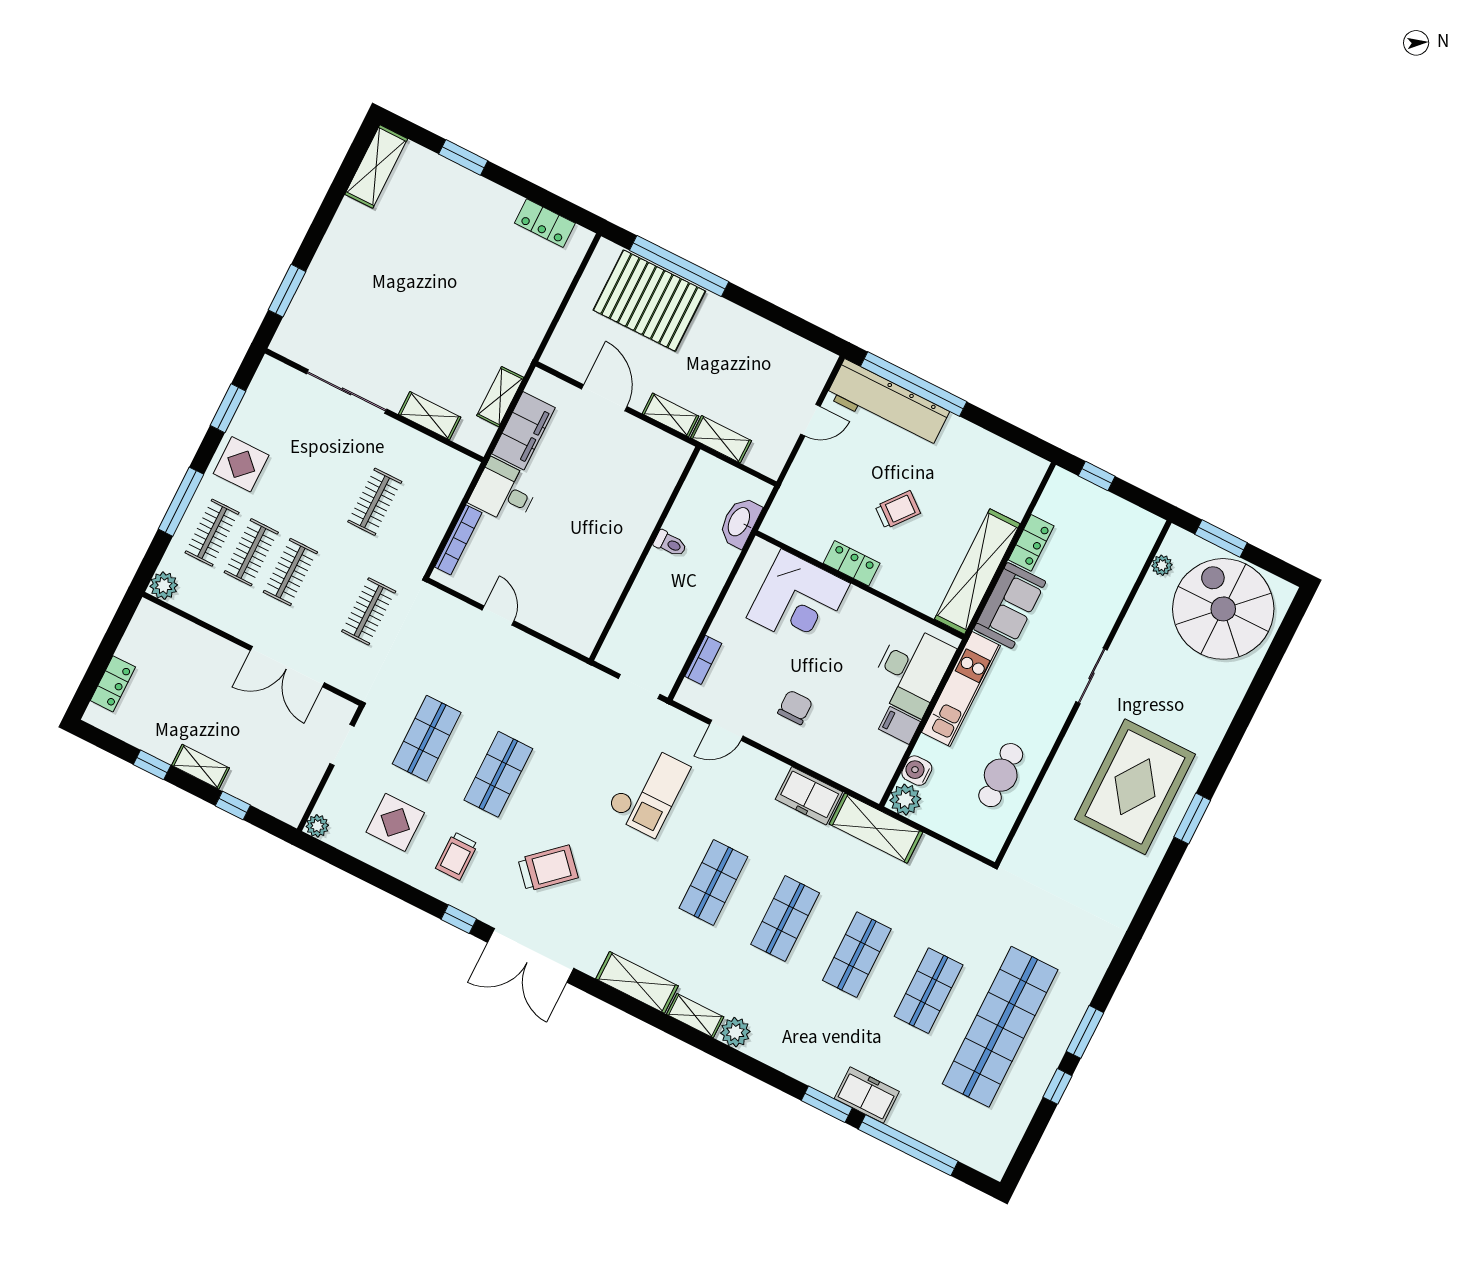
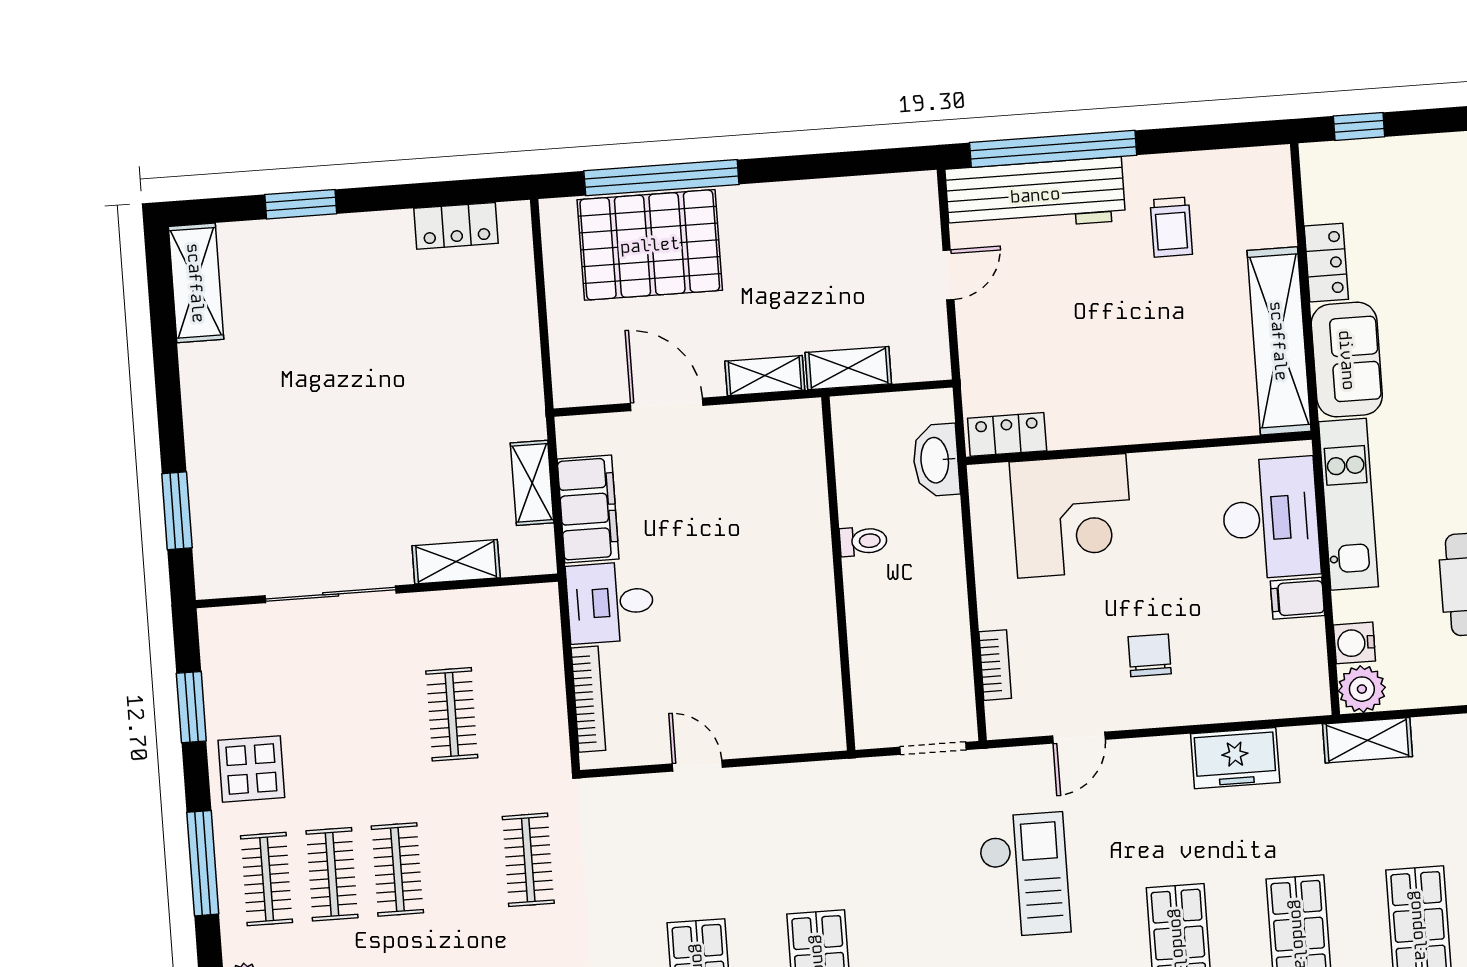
trolley: (898, 510) -> (1171, 227), moved, turned 141
locker: (852, 563) -> (1007, 434), moved
shelving: (876, 828) -> (1367, 740), width x0.67, depth x0.75

